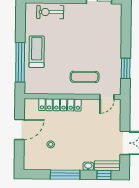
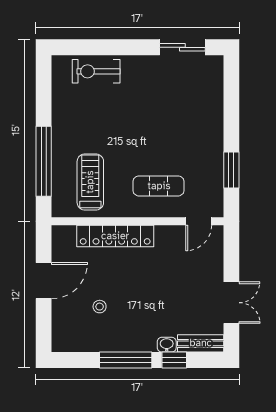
treadmill: (37, 52) -> (90, 182), moved
window: (104, 175) -> (174, 360), moved

